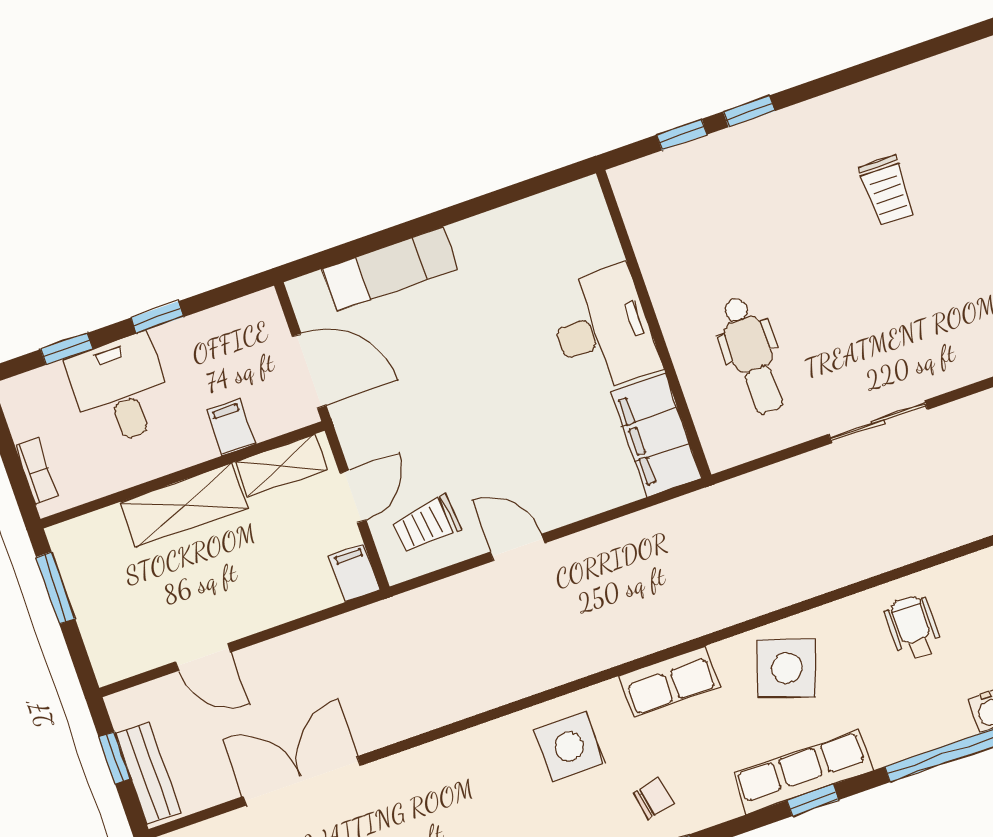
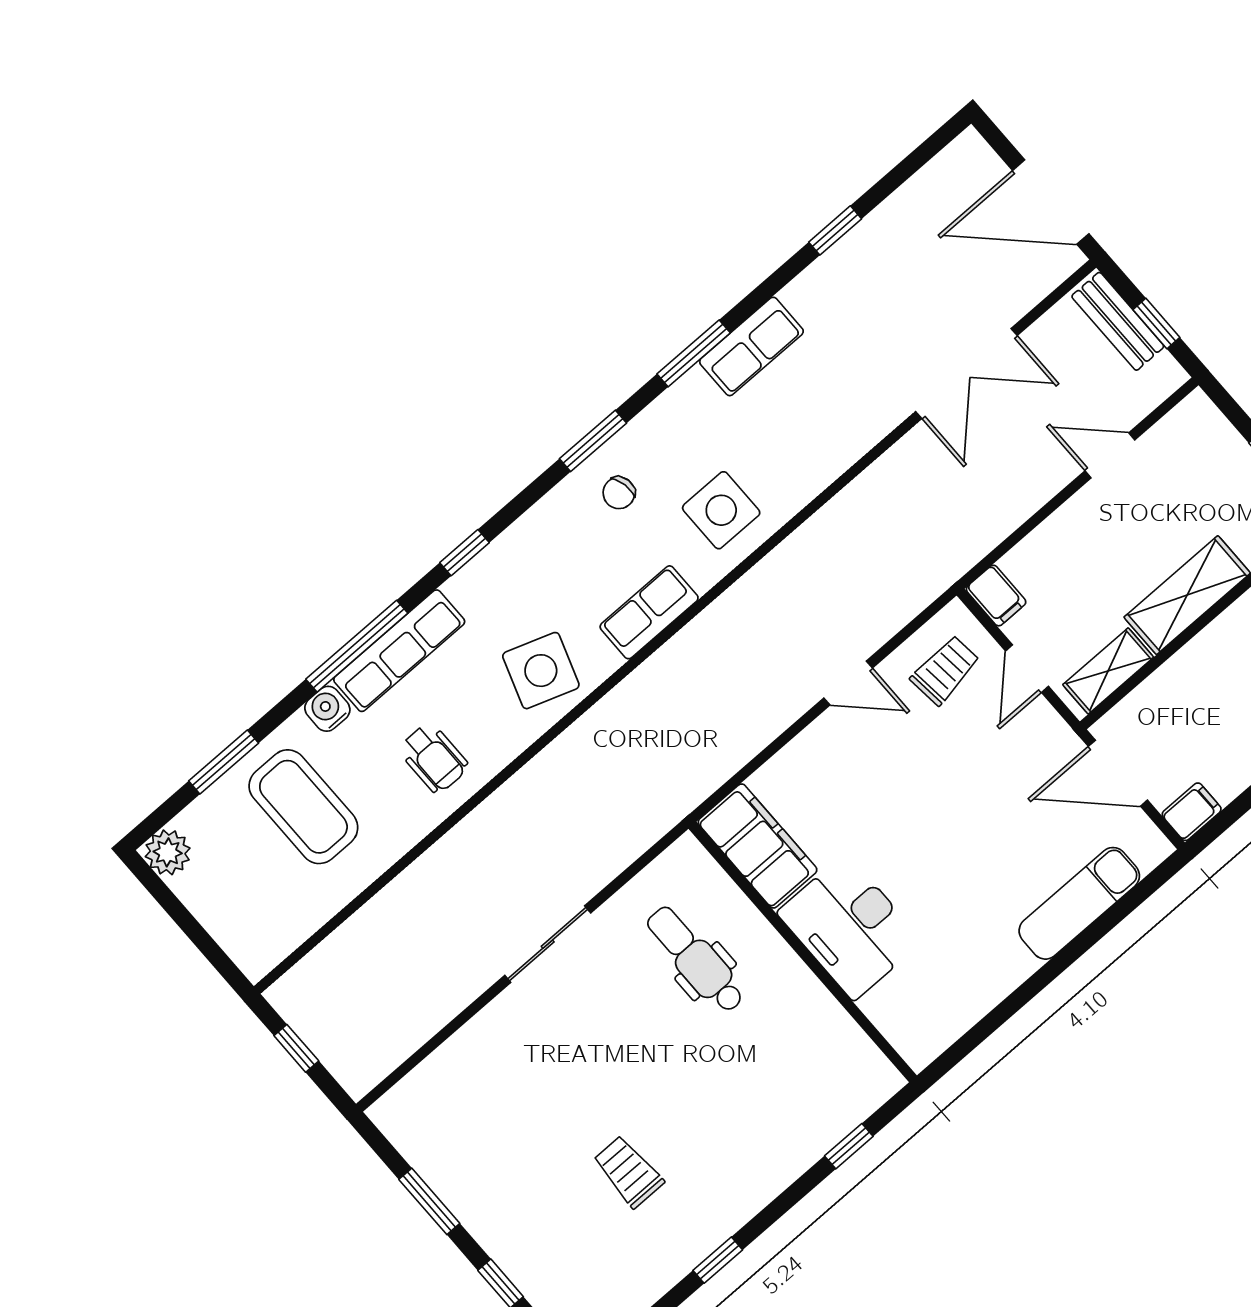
window: (749, 111) -> (718, 1260), moved
filing cabinet: (231, 427) -> (1192, 812), moved, turned -90
row of seats: (802, 772) -> (399, 651), moved

